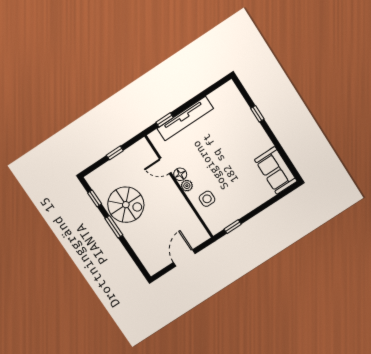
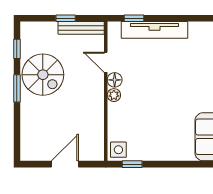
bench: (131, 152) -> (81, 28), added
side table: (207, 199) -> (118, 150), moved

